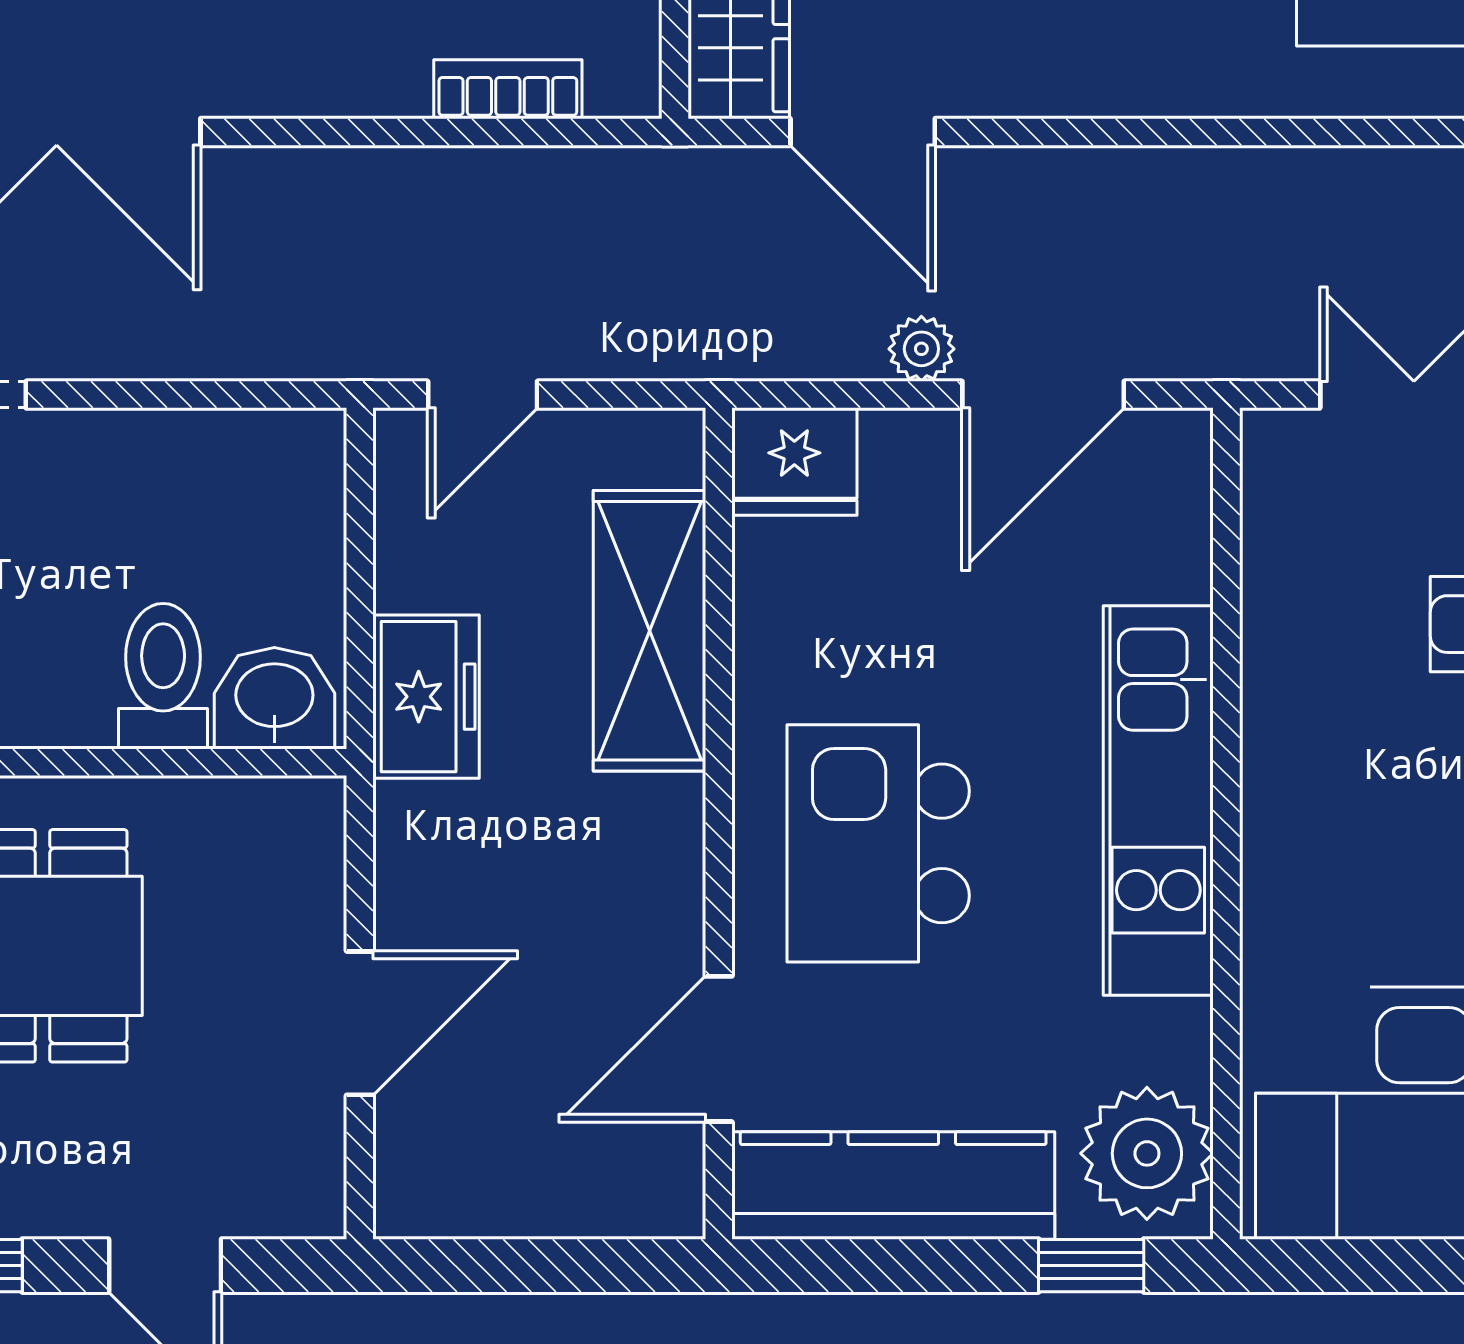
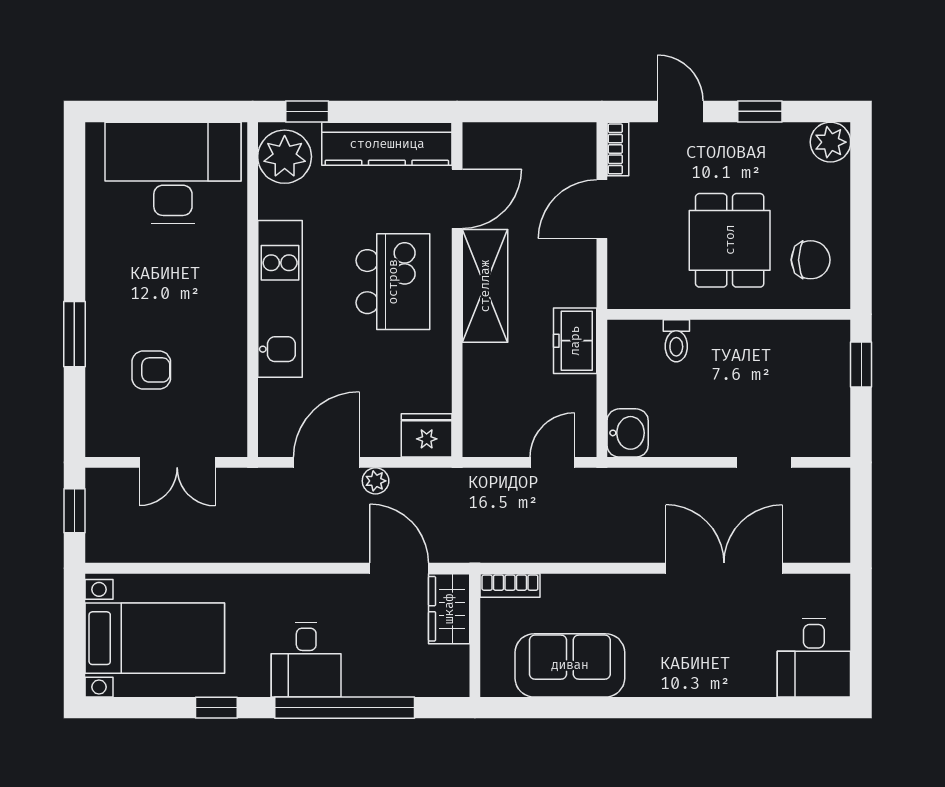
bookcase: (508, 89) -> (510, 585), moved
shelving: (649, 631) -> (485, 286), moved
toilet: (163, 676) -> (676, 341), width x0.73, depth x0.72
washbasin: (274, 698) -> (628, 433), moved, turned -90
bookcase: (320, 1173) -> (618, 149), added

